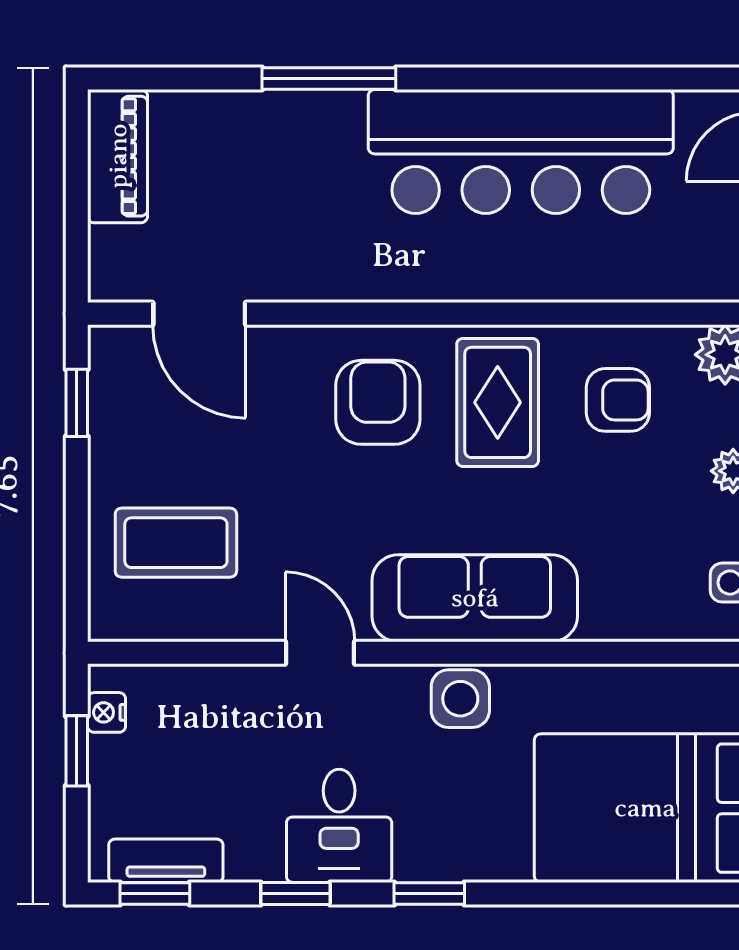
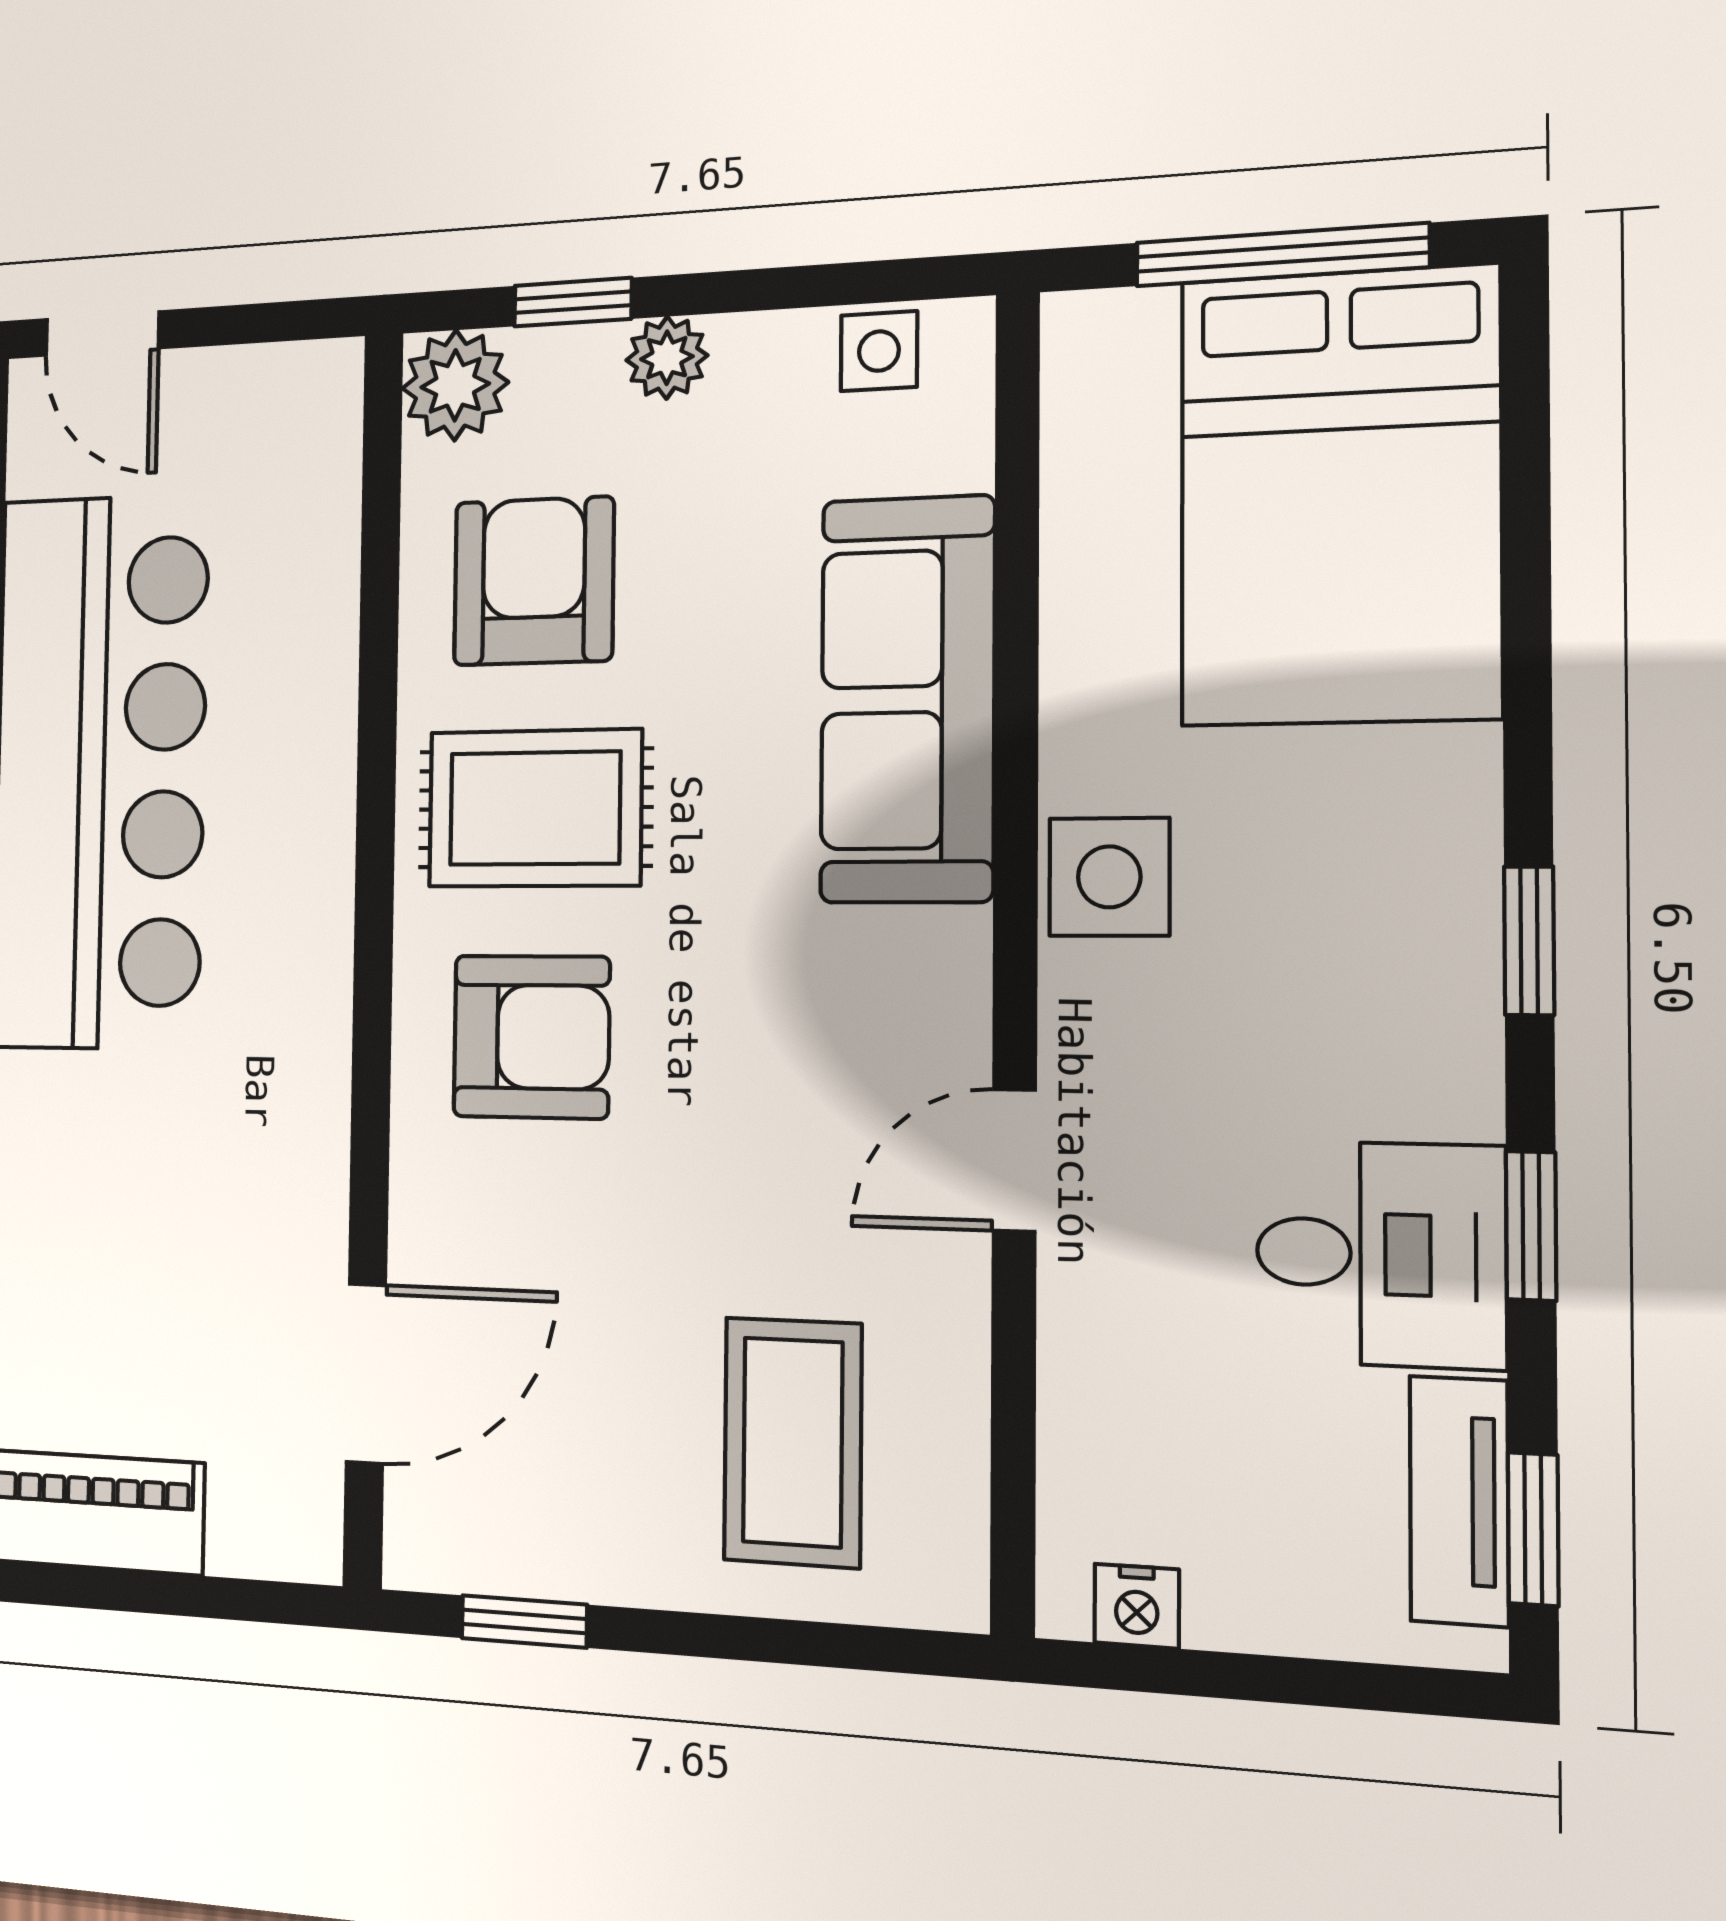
armchair: (618, 400) -> (534, 581), width x1.38, depth x1.38
armchair: (378, 402) -> (531, 1037), turned 180
sofa: (475, 598) -> (907, 699), moved
window: (77, 751) -> (1218, 1675), removed
desk: (339, 826) -> (1380, 1254), moved

